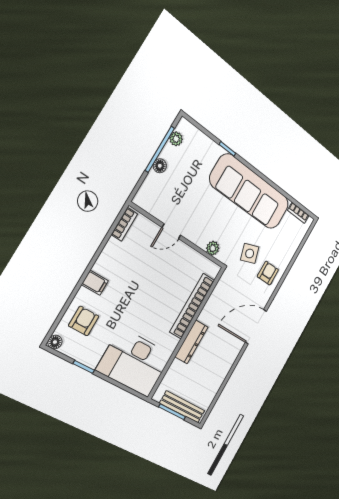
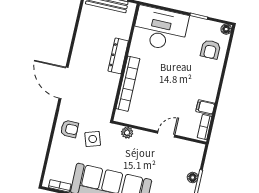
armchair: (268, 273) -> (69, 129), turned -90
filing cabinet: (95, 283) -> (205, 107), moved
door: (256, 327) -> (64, 83), swing flipped

